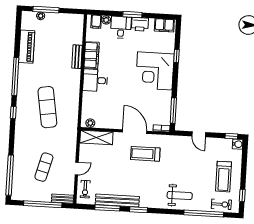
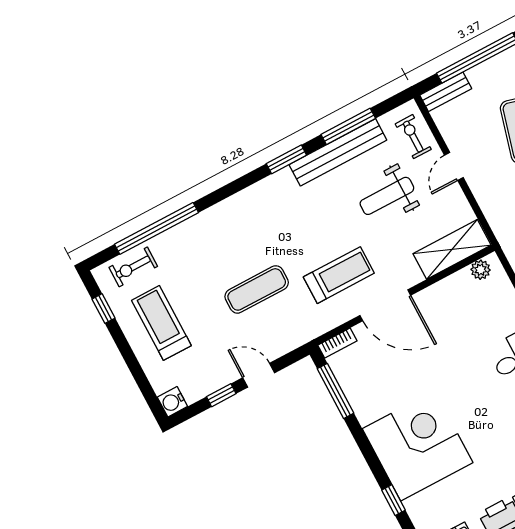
window: (231, 136) -> (221, 395), moved
exercise mat: (180, 167) -> (257, 289), added
weight bench: (180, 196) -> (387, 196), moved

